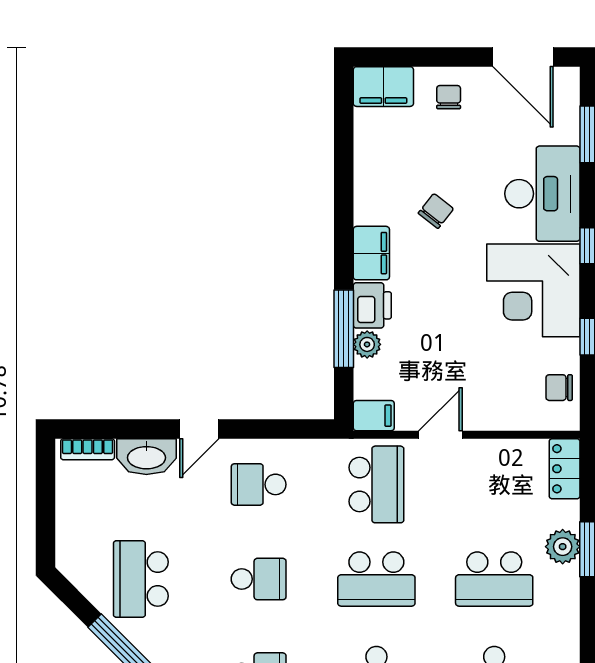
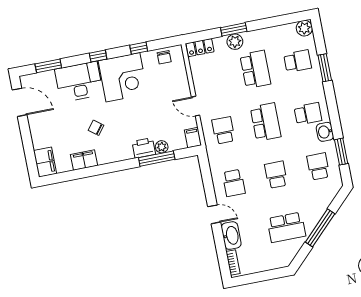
door: (523, 57) -> (20, 102), hinge flipped
chair: (449, 97) -> (44, 132), removed
filing cabinet: (371, 253) -> (84, 160), moved
school desk: (376, 484) -> (223, 130), width x0.54

